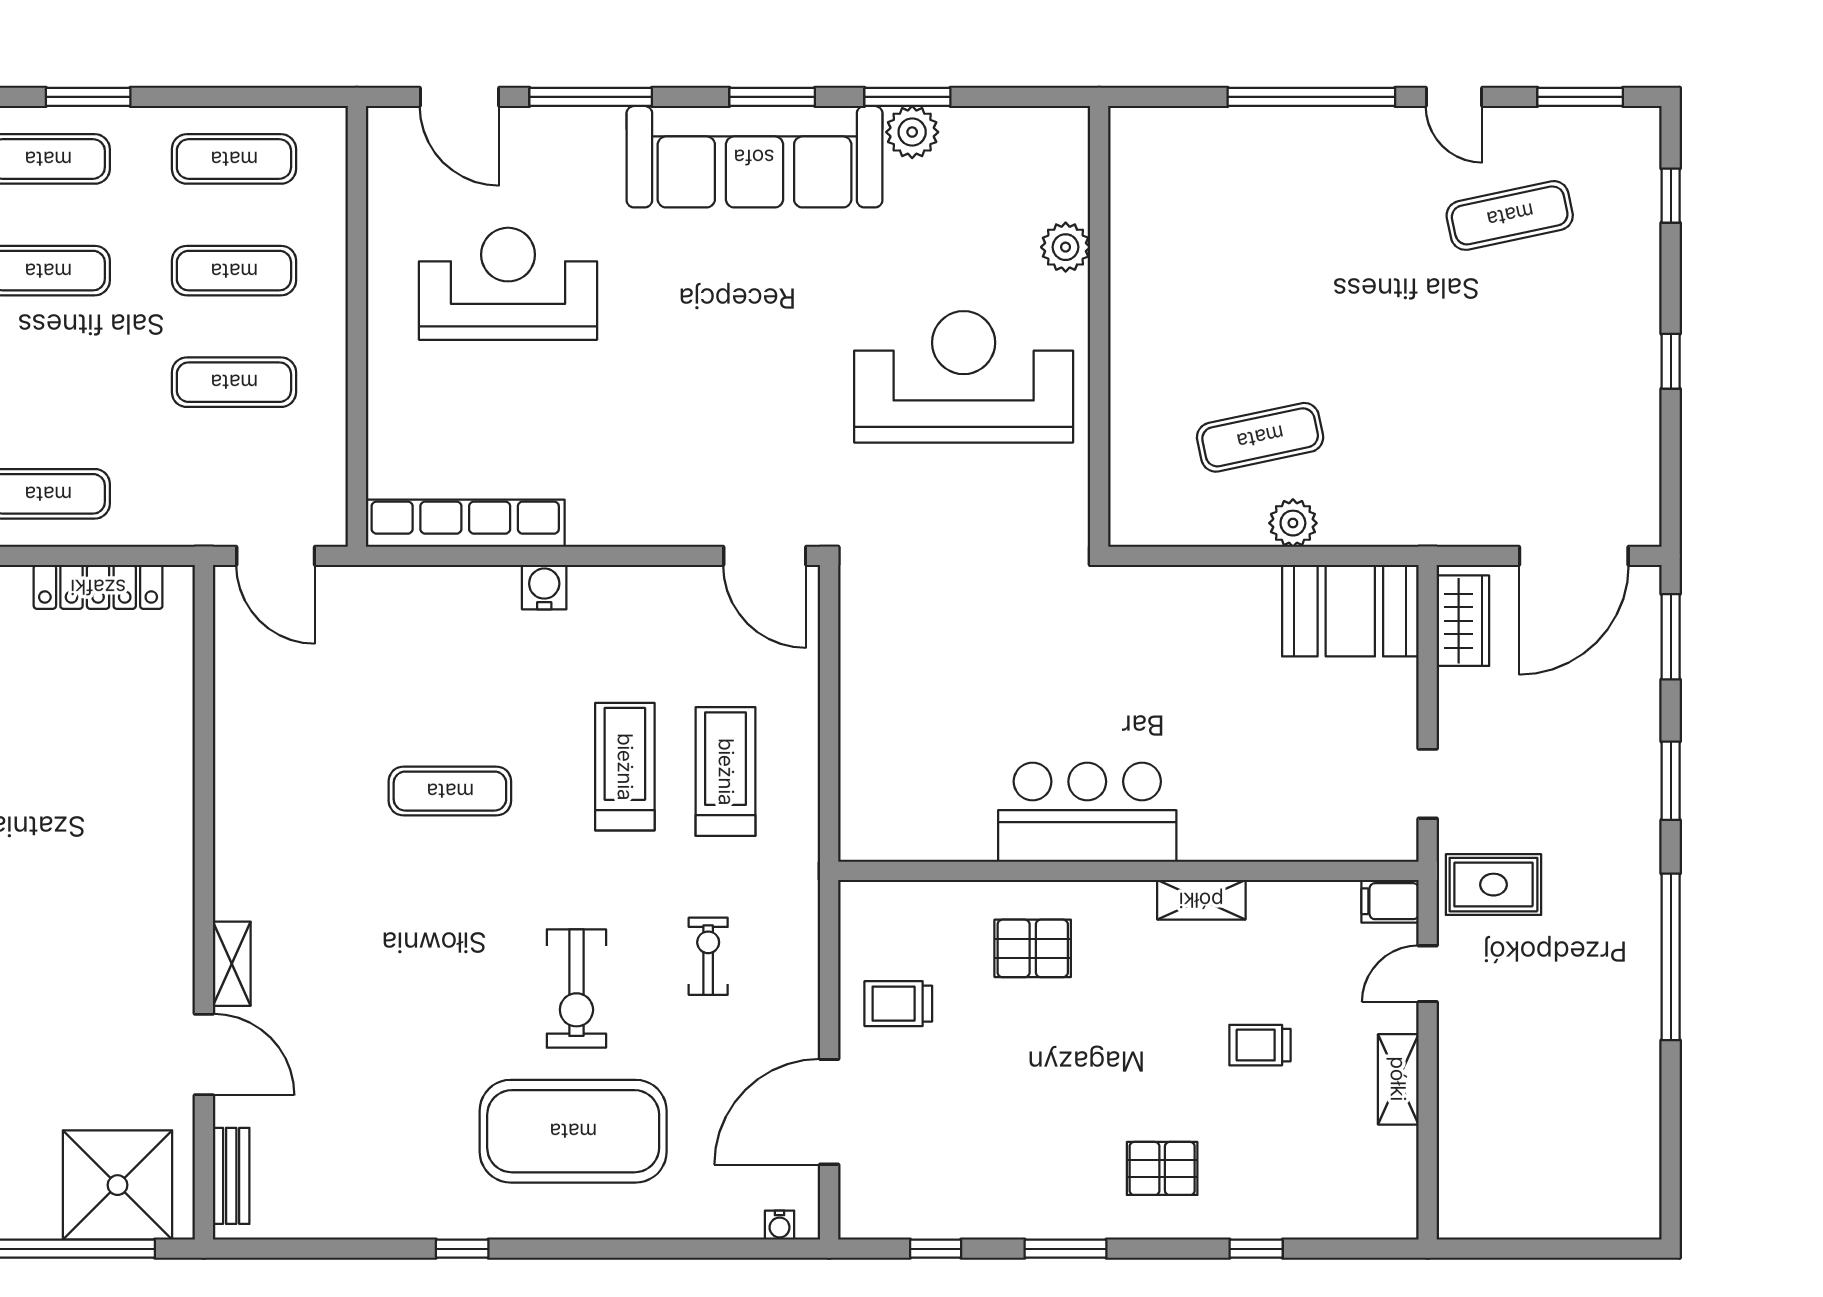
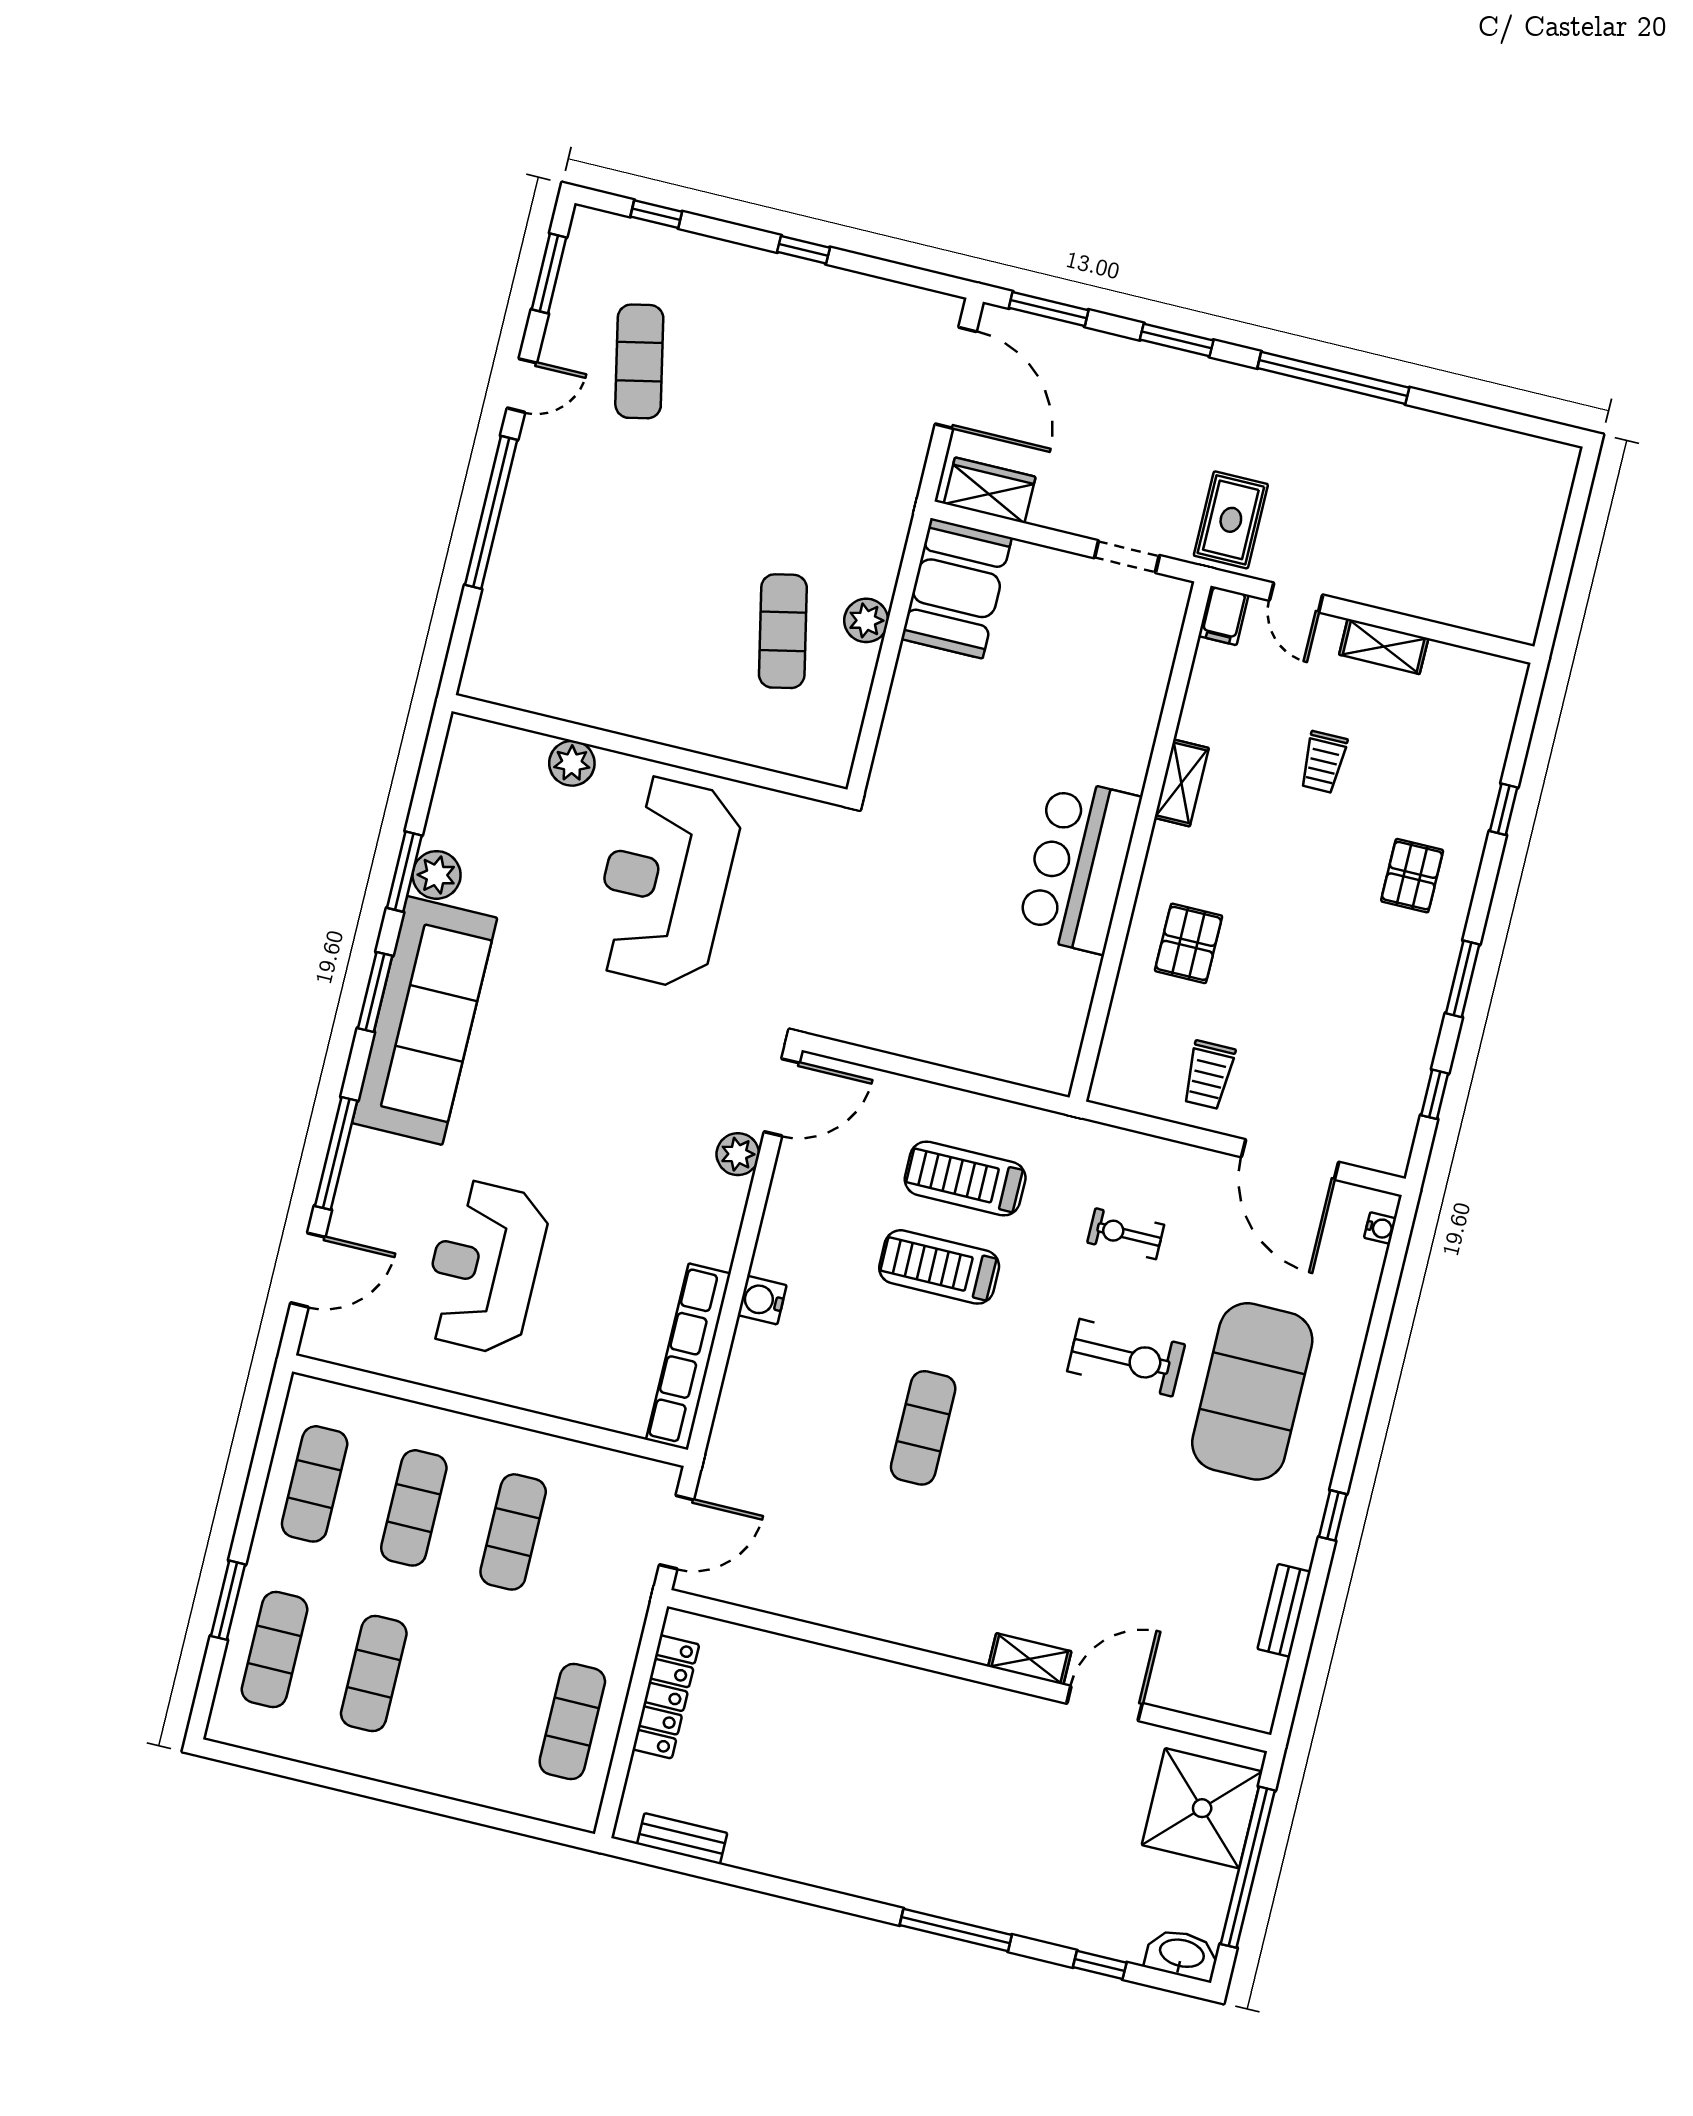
plant: (693, 524) -> (738, 1154), added
bench: (231, 1176) -> (1284, 1610), moved, turned 90

